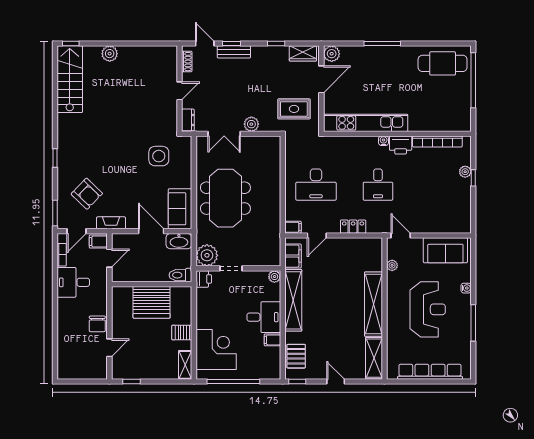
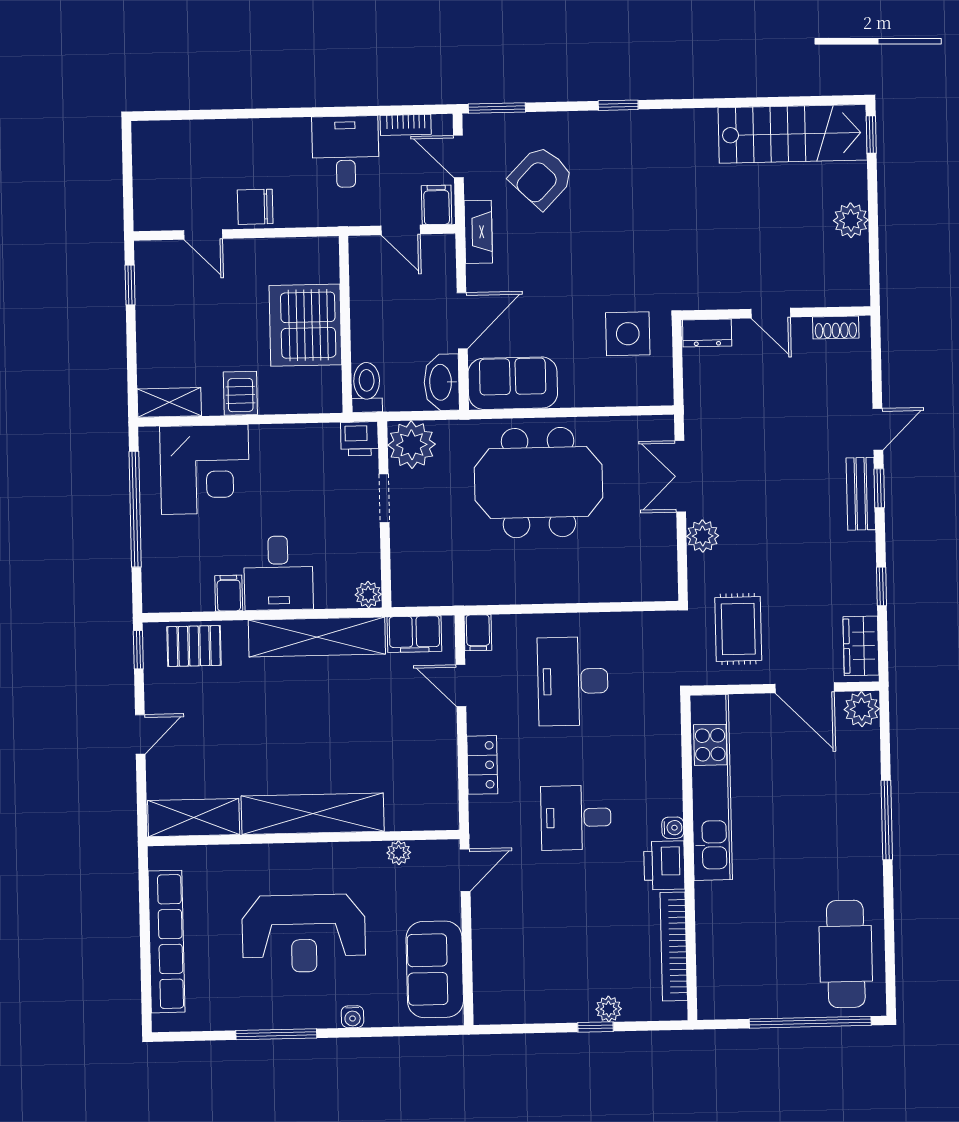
shoe rack: (187, 62) -> (836, 328), moved
wall: (180, 89) -> (776, 313), moved
door: (180, 91) -> (771, 313), moved
dresser: (188, 120) -> (707, 333), moved

